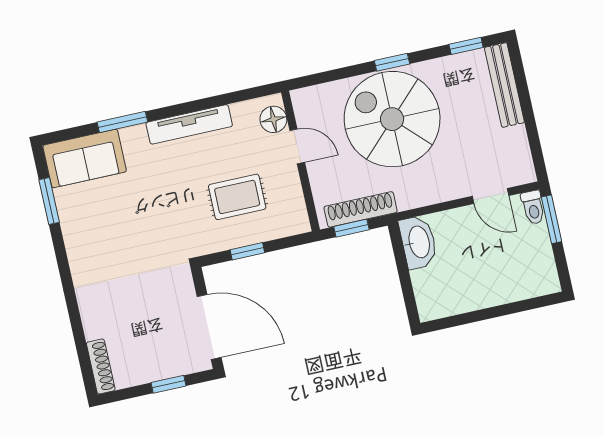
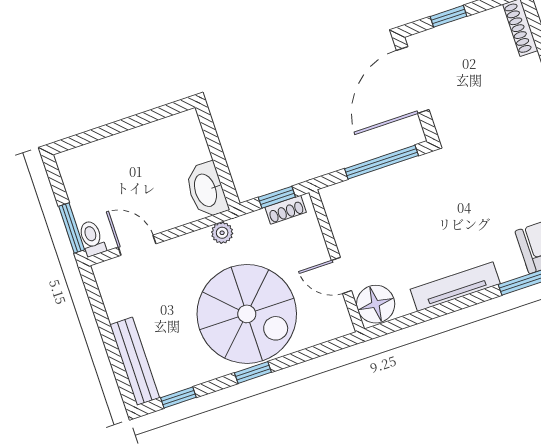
floor lamp: (273, 119) -> (376, 304), width x1.38, depth x1.38
rug: (237, 197) -> (398, 217), removed
plant: (408, 199) -> (222, 233), added
shoe rack: (361, 209) -> (286, 210), width x0.51, depth x0.81
window: (247, 251) -> (382, 162), width x2.17
door: (209, 327) -> (413, 80), hinge flipped

